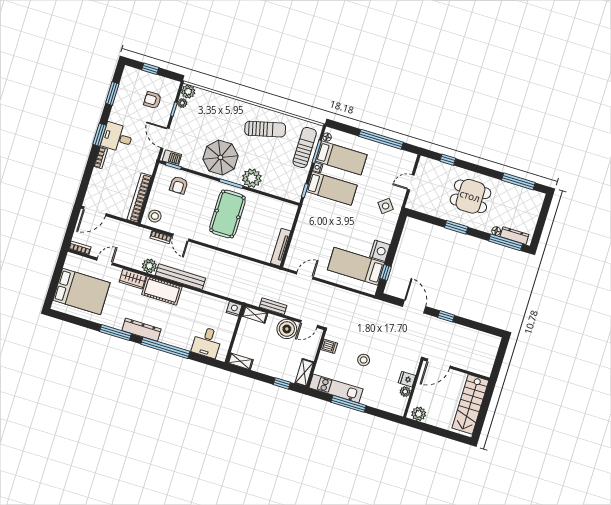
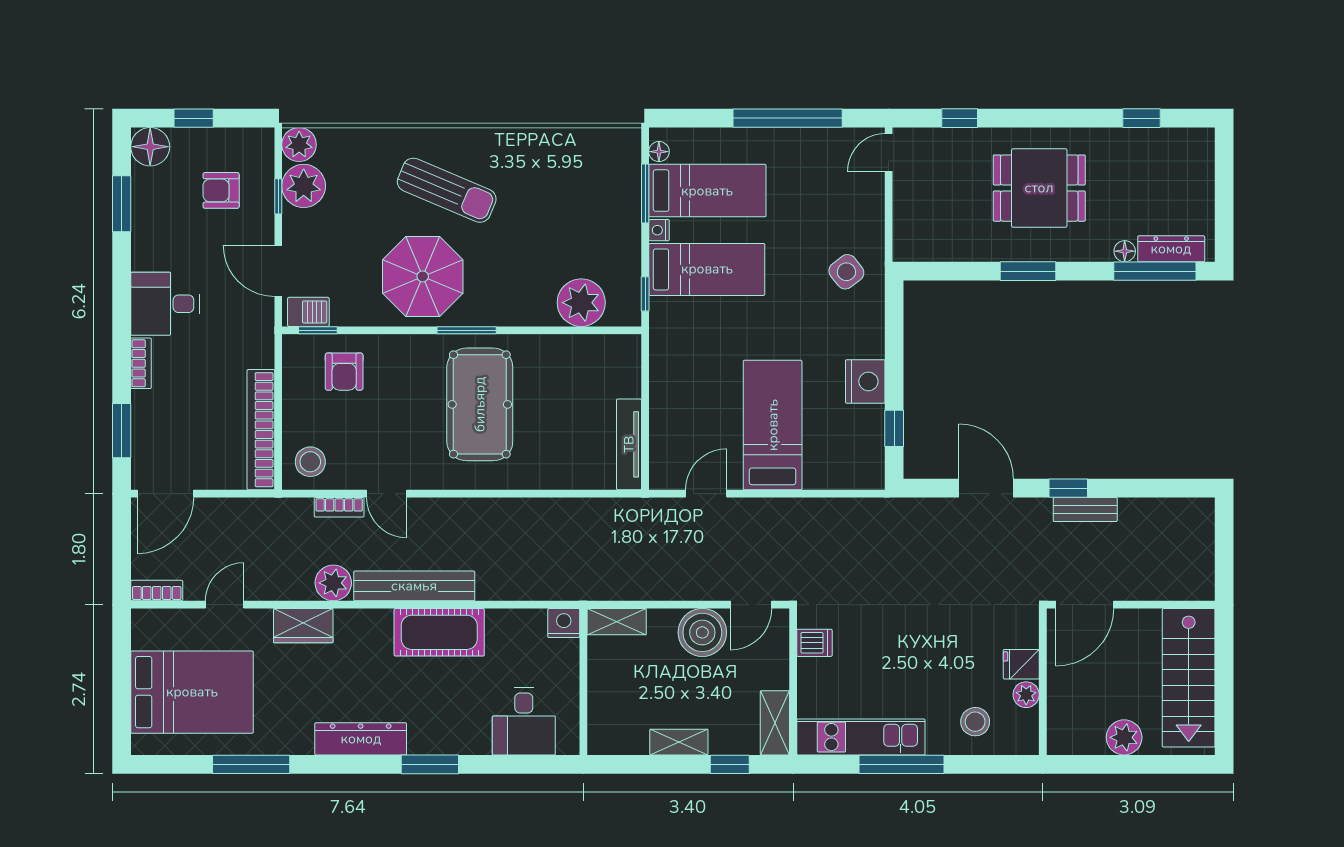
floor lamp: (130, 75) -> (150, 147), added
plant: (182, 103) -> (304, 186), width x1.87, depth x1.87
sun lounger: (265, 129) -> (447, 190), moved, turned 37
window: (100, 135) -> (122, 431), moved
sun lounger: (305, 147) -> (614, 192), removed
plant: (252, 178) -> (581, 303), moved
window: (518, 181) -> (1141, 118), width x0.46
door: (411, 182) -> (889, 152), moved
bed: (356, 266) -> (773, 425), moved, turned 90
cot: (162, 291) -> (439, 632), moved
bench: (273, 306) -> (1085, 510), moved
window: (115, 333) -> (251, 764), moved
window: (165, 348) -> (430, 764), width x0.47
stool: (364, 360) -> (975, 722), moved
shelving: (240, 361) -> (679, 742), moved
plant: (419, 414) -> (1124, 737), moved

